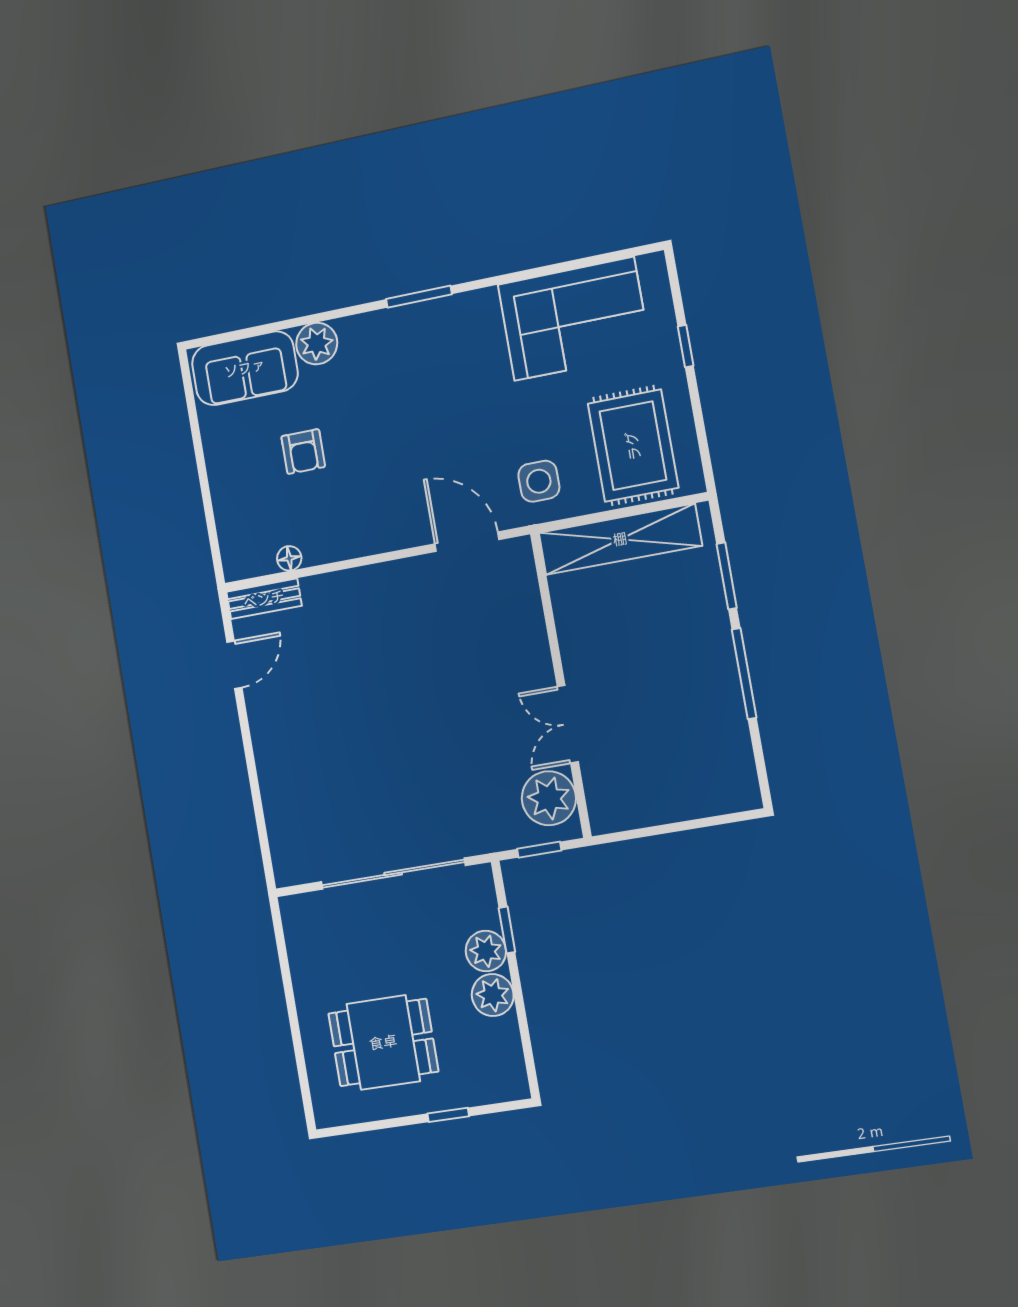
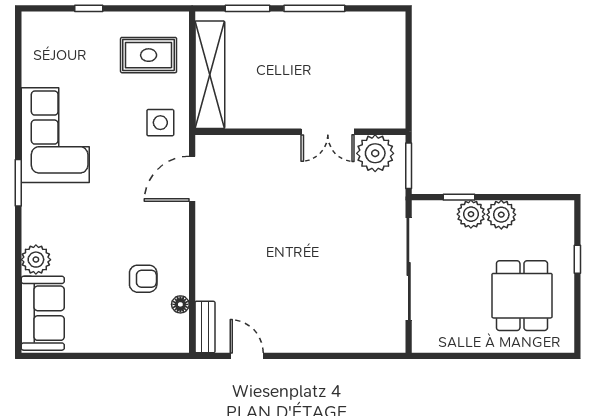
corner sofa: (574, 319) -> (55, 135), moved
rug: (633, 446) -> (149, 55), width x0.73, depth x0.70
armchair: (303, 452) -> (143, 279), moved
window: (539, 850) -> (409, 166), width x1.50

